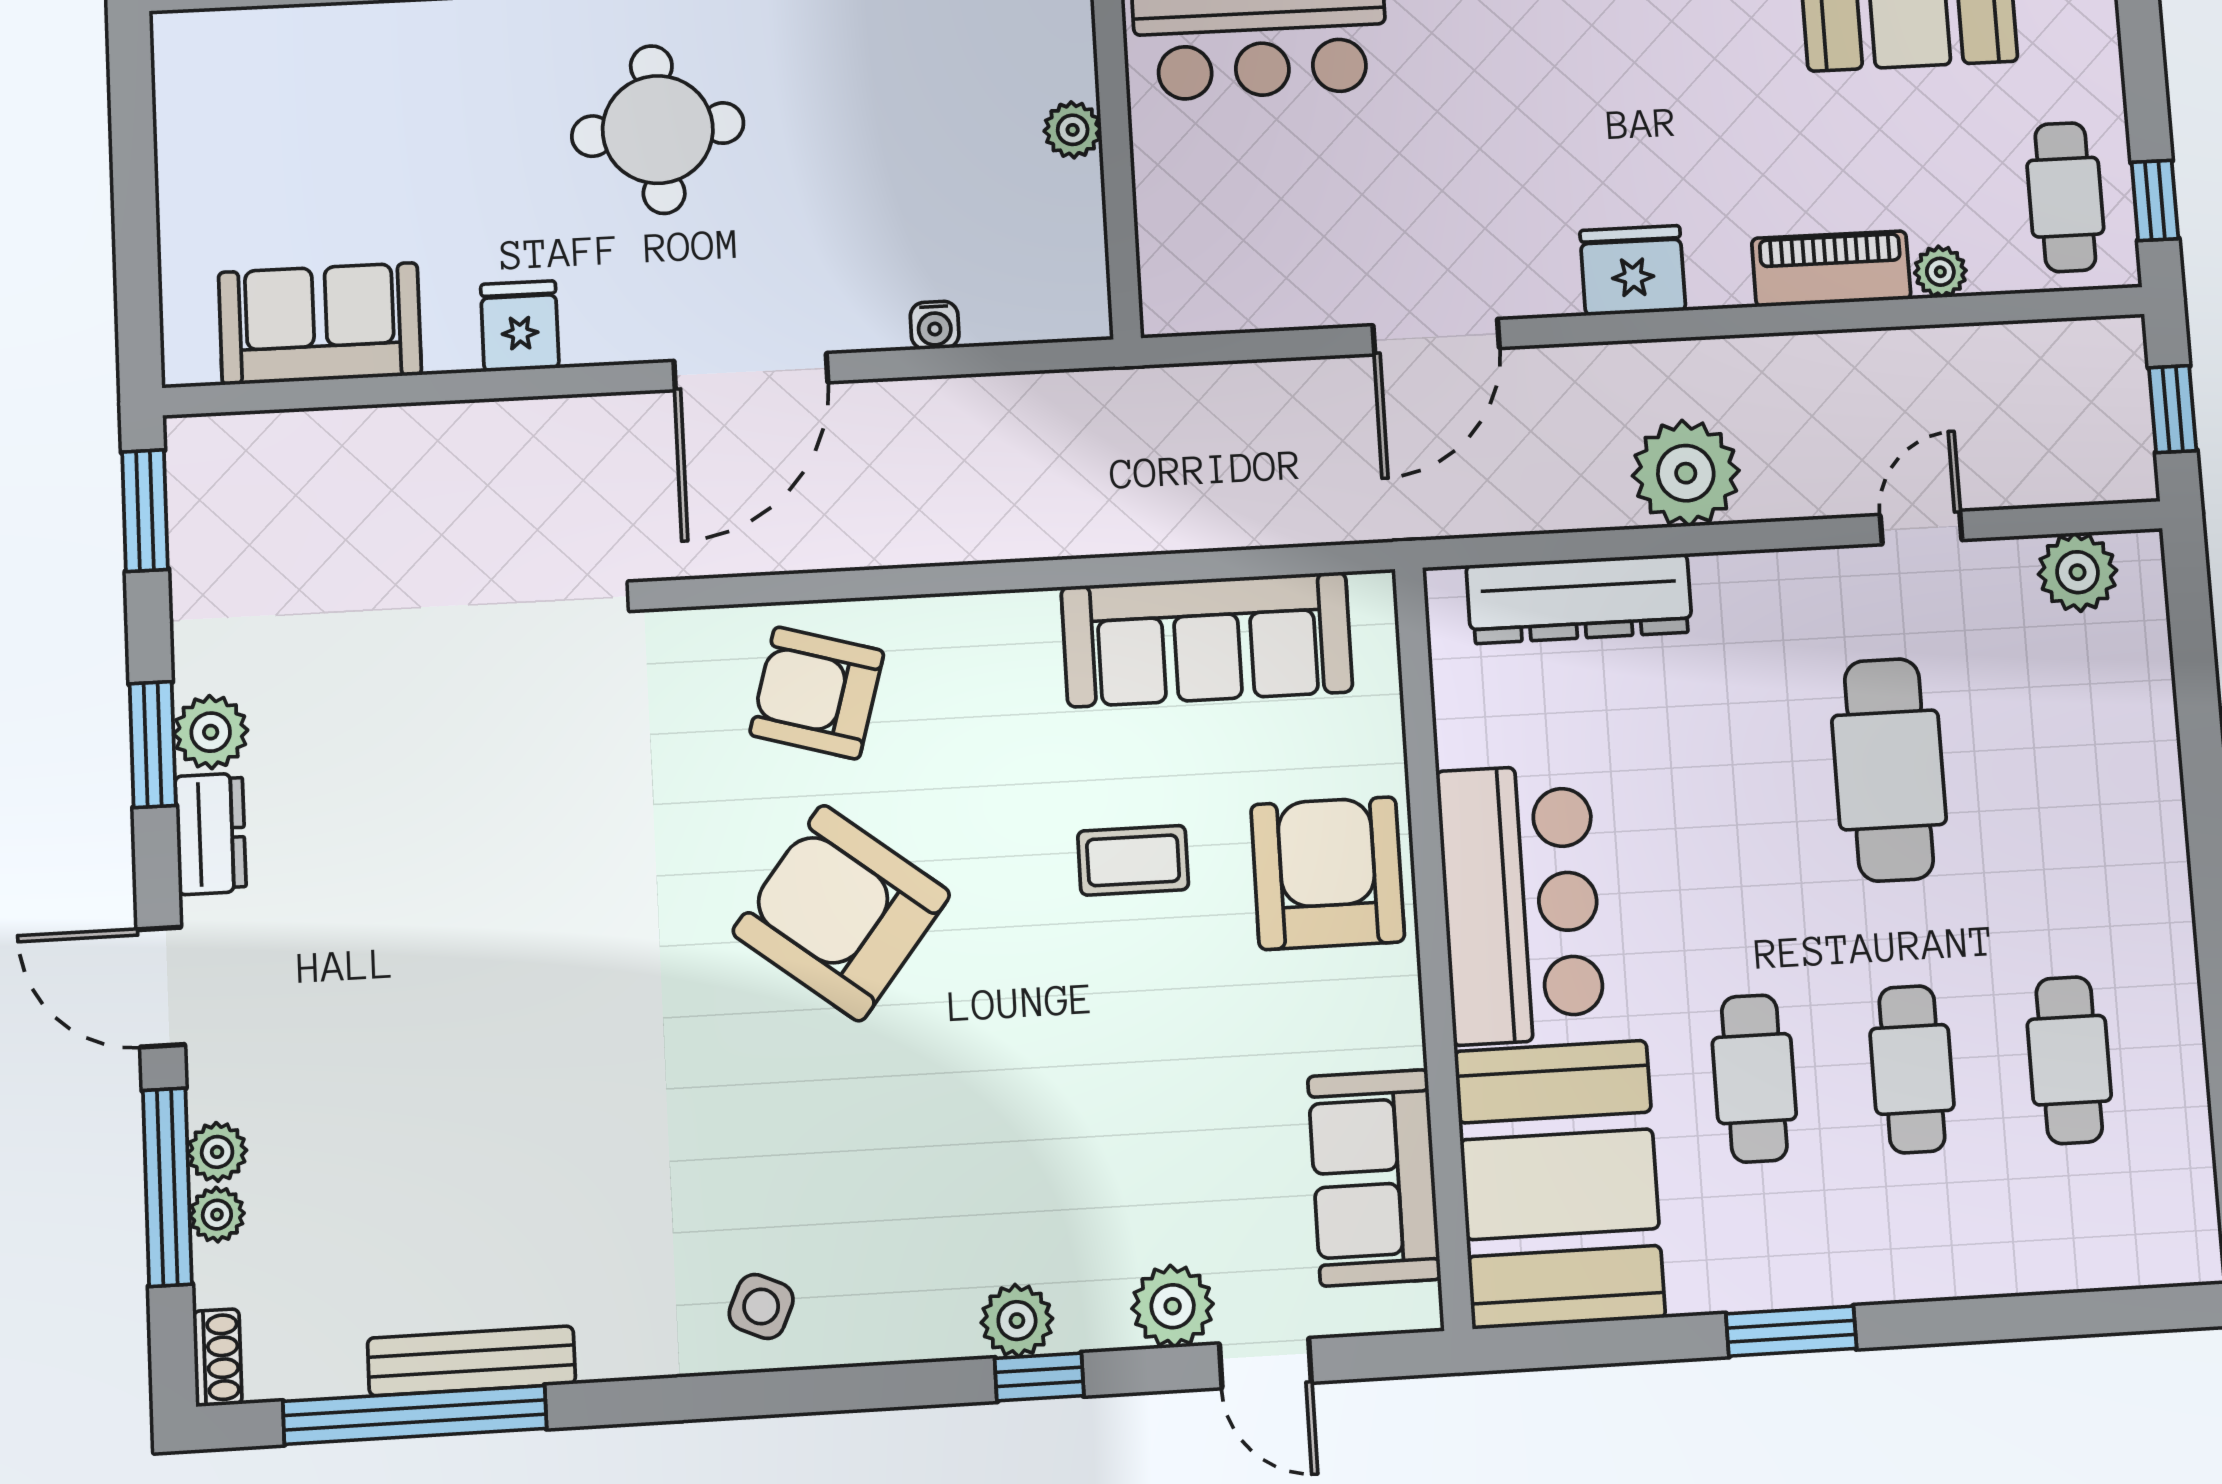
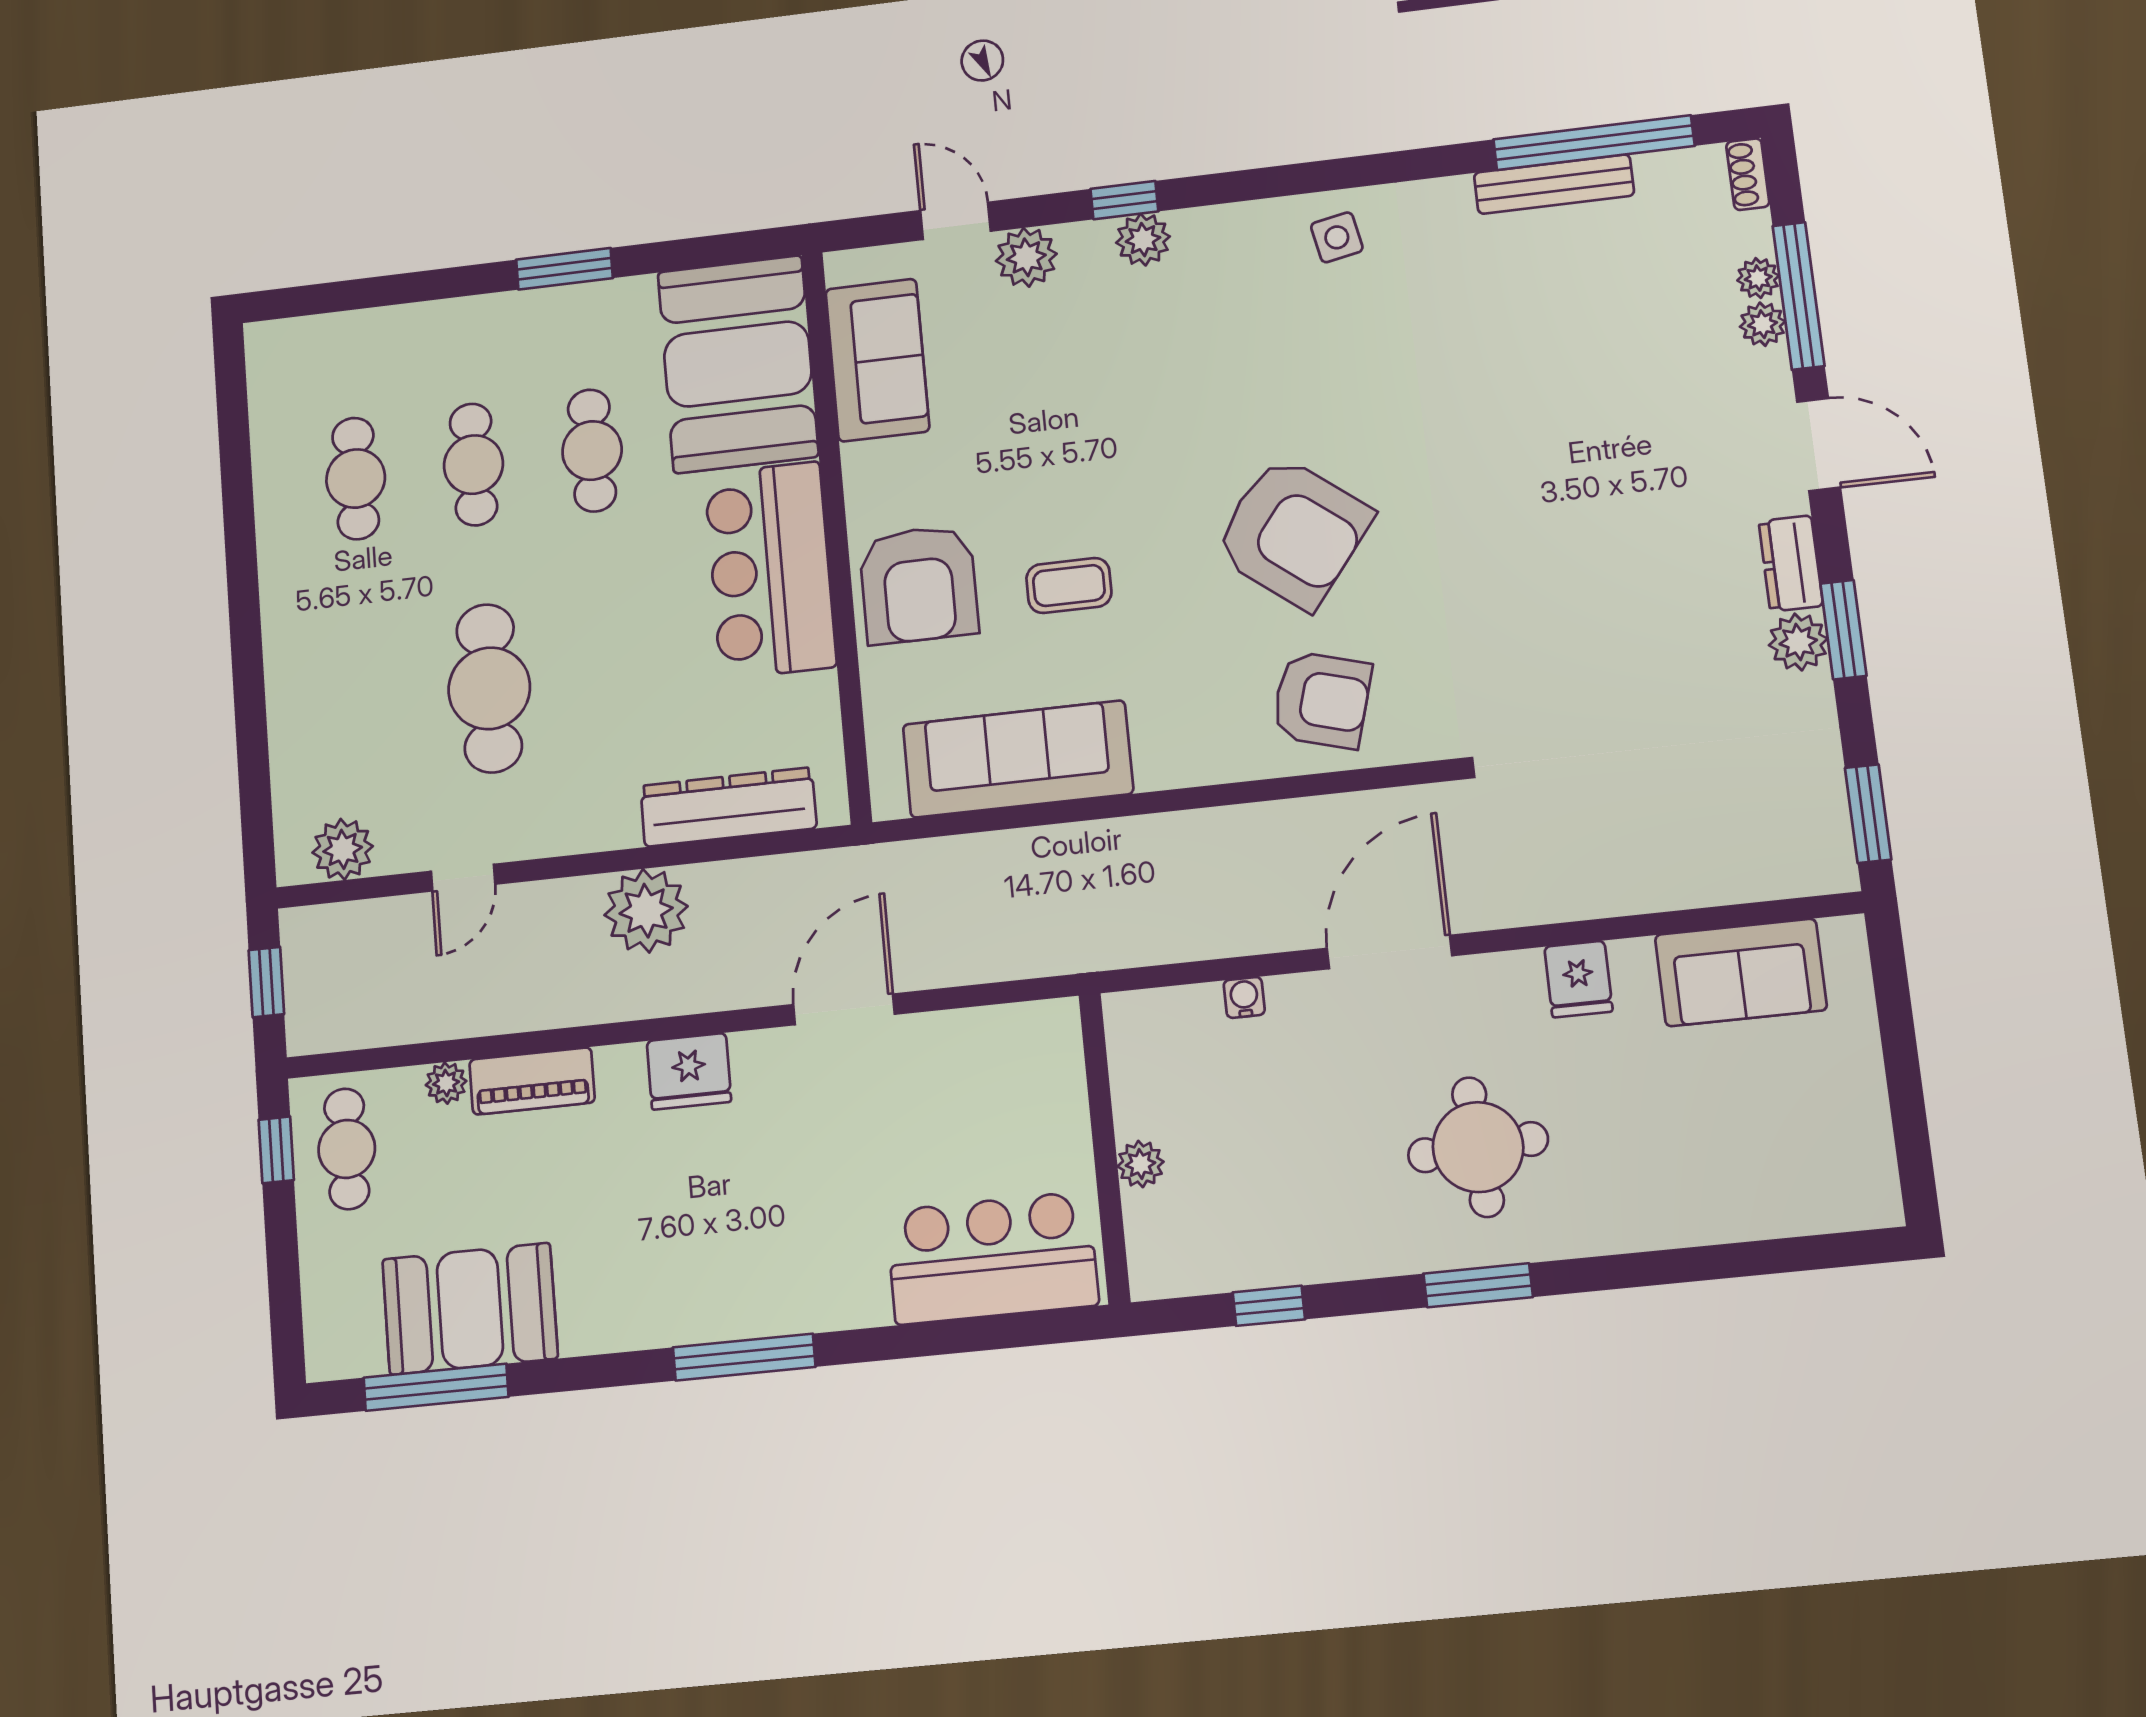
side table: (761, 1307) -> (1337, 237), turned -35

